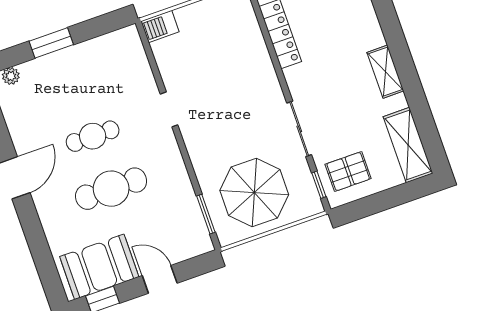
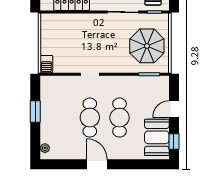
window: (51, 43) -> (35, 111), moved
cafe table: (93, 136) -> (90, 118), width x1.37, depth x1.35

